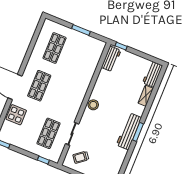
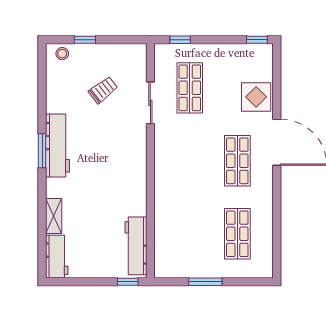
workbench: (111, 59) -> (136, 246), width x1.38
stool: (93, 105) -> (135, 165), removed
trolley: (81, 157) -> (103, 90), moved

